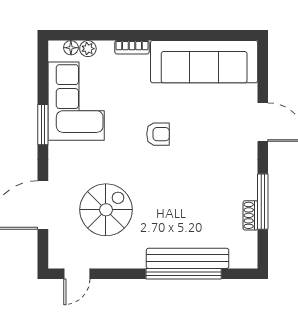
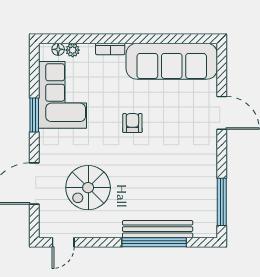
armchair: (158, 134) -> (132, 123), turned -90
window: (263, 202) -> (222, 202), moved
spiral stairs: (106, 210) -> (88, 188), turned 180
shoe rack: (250, 215) -> (211, 192), removed

